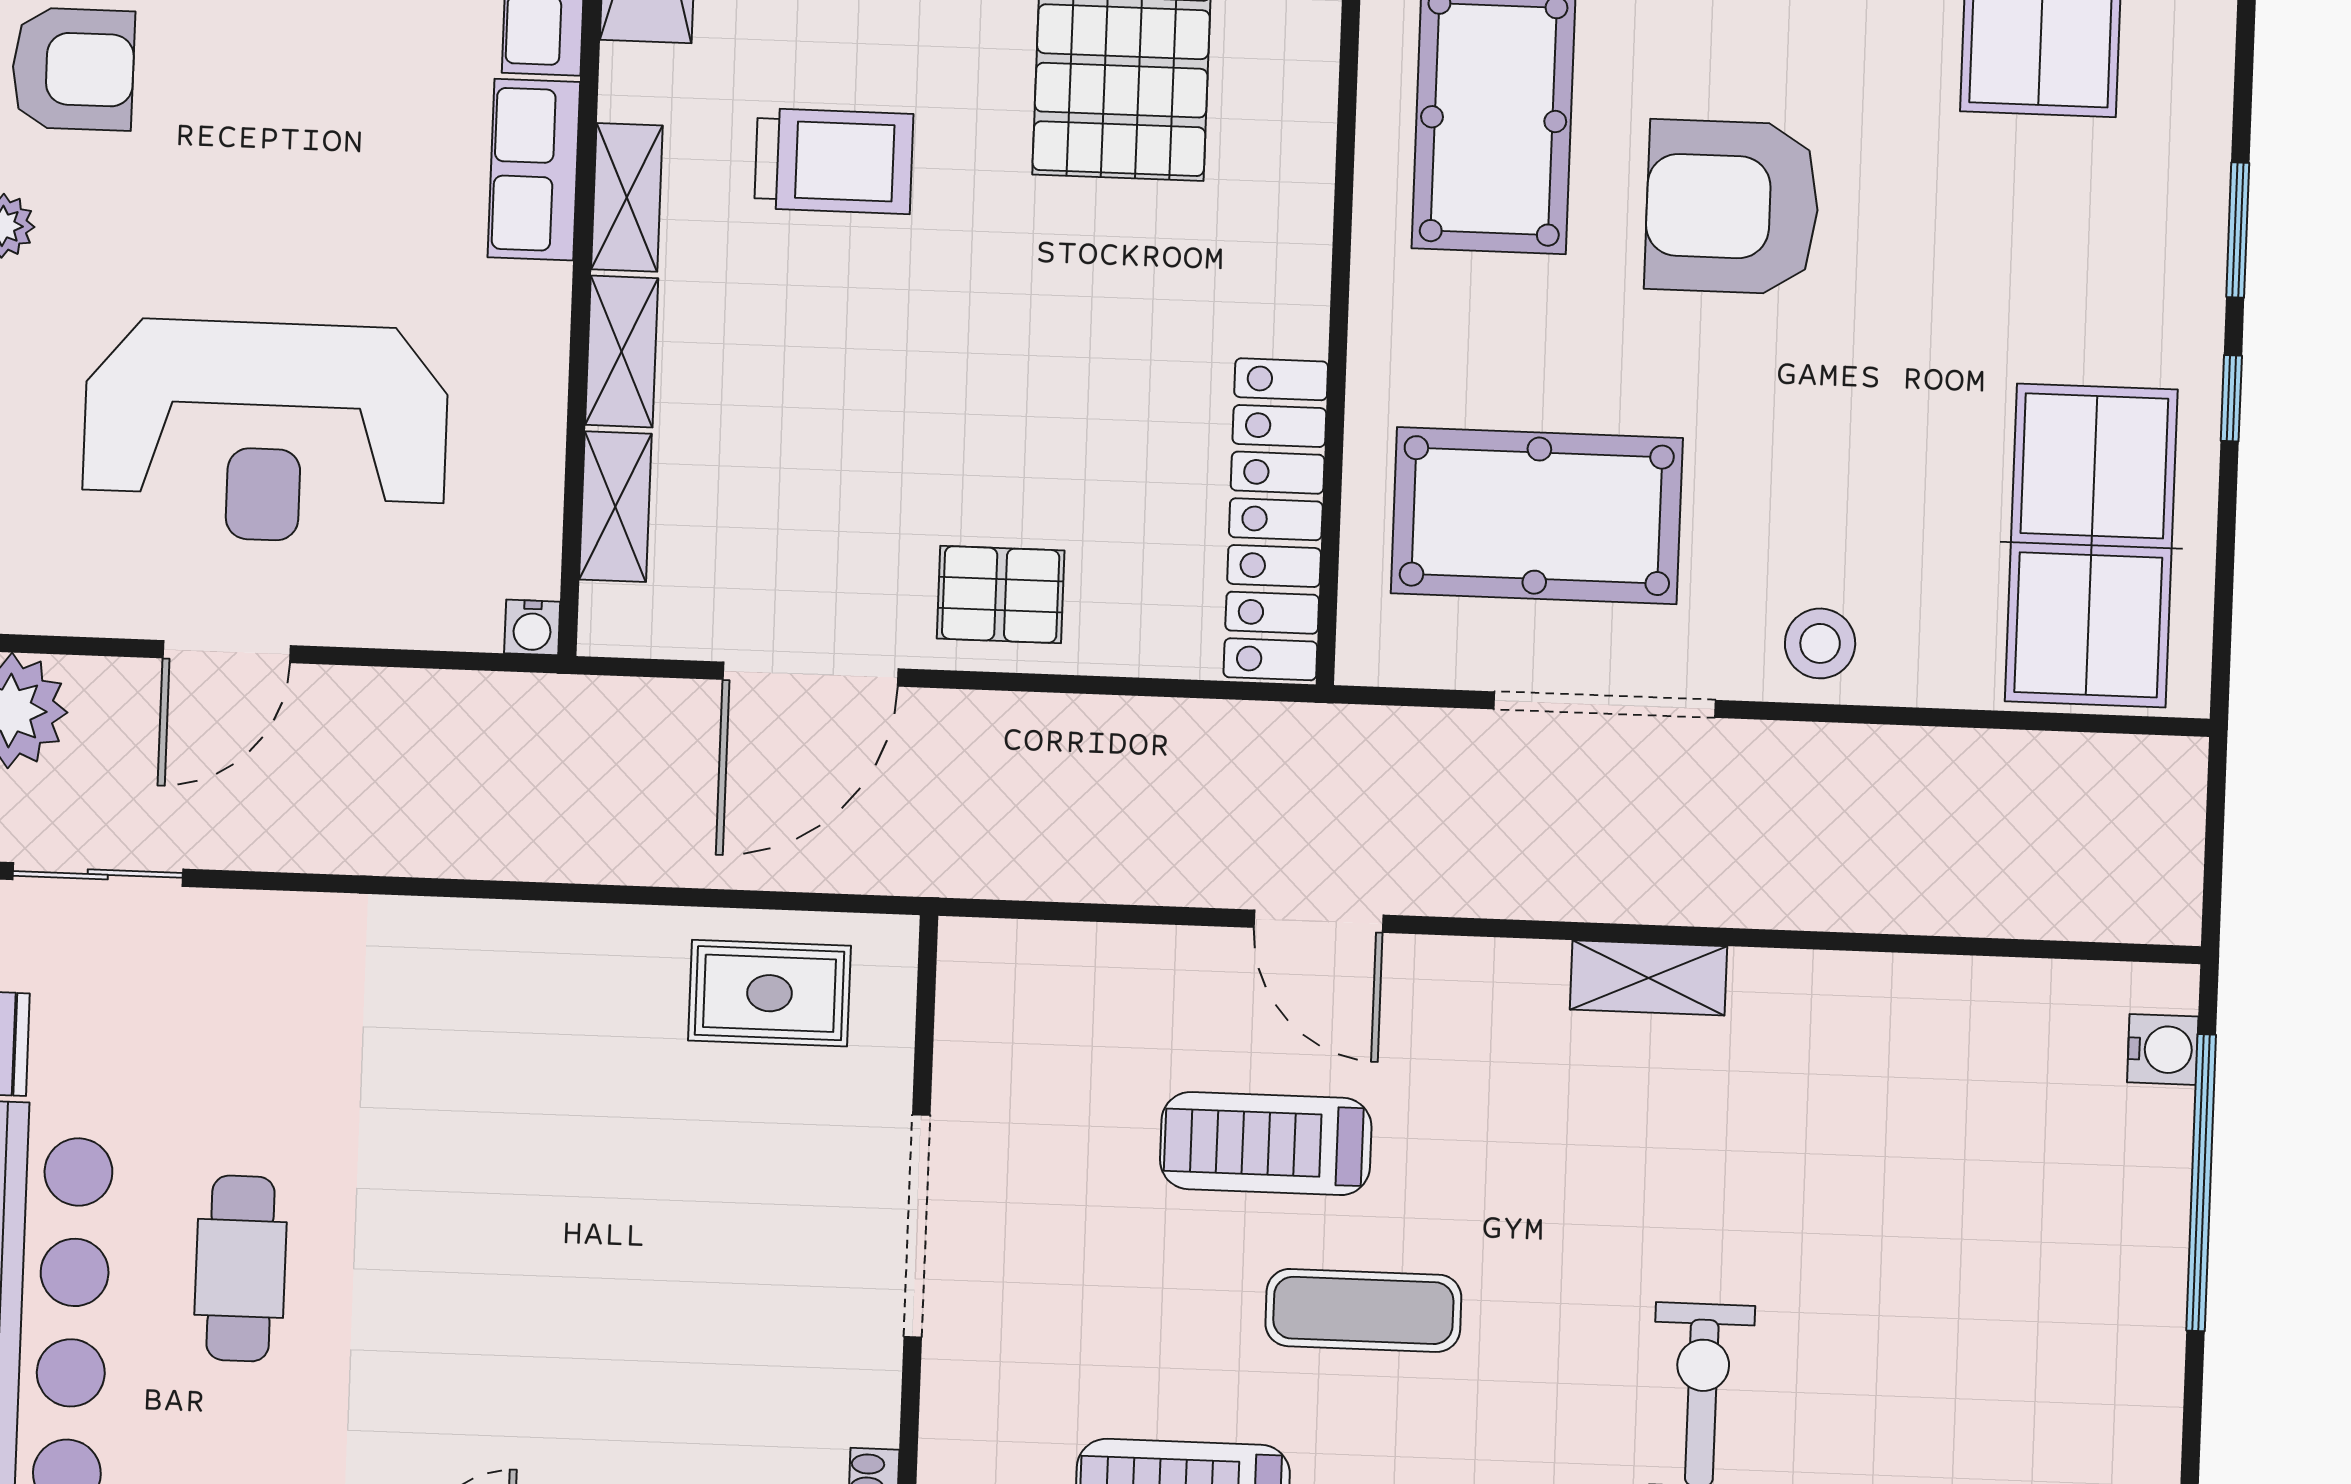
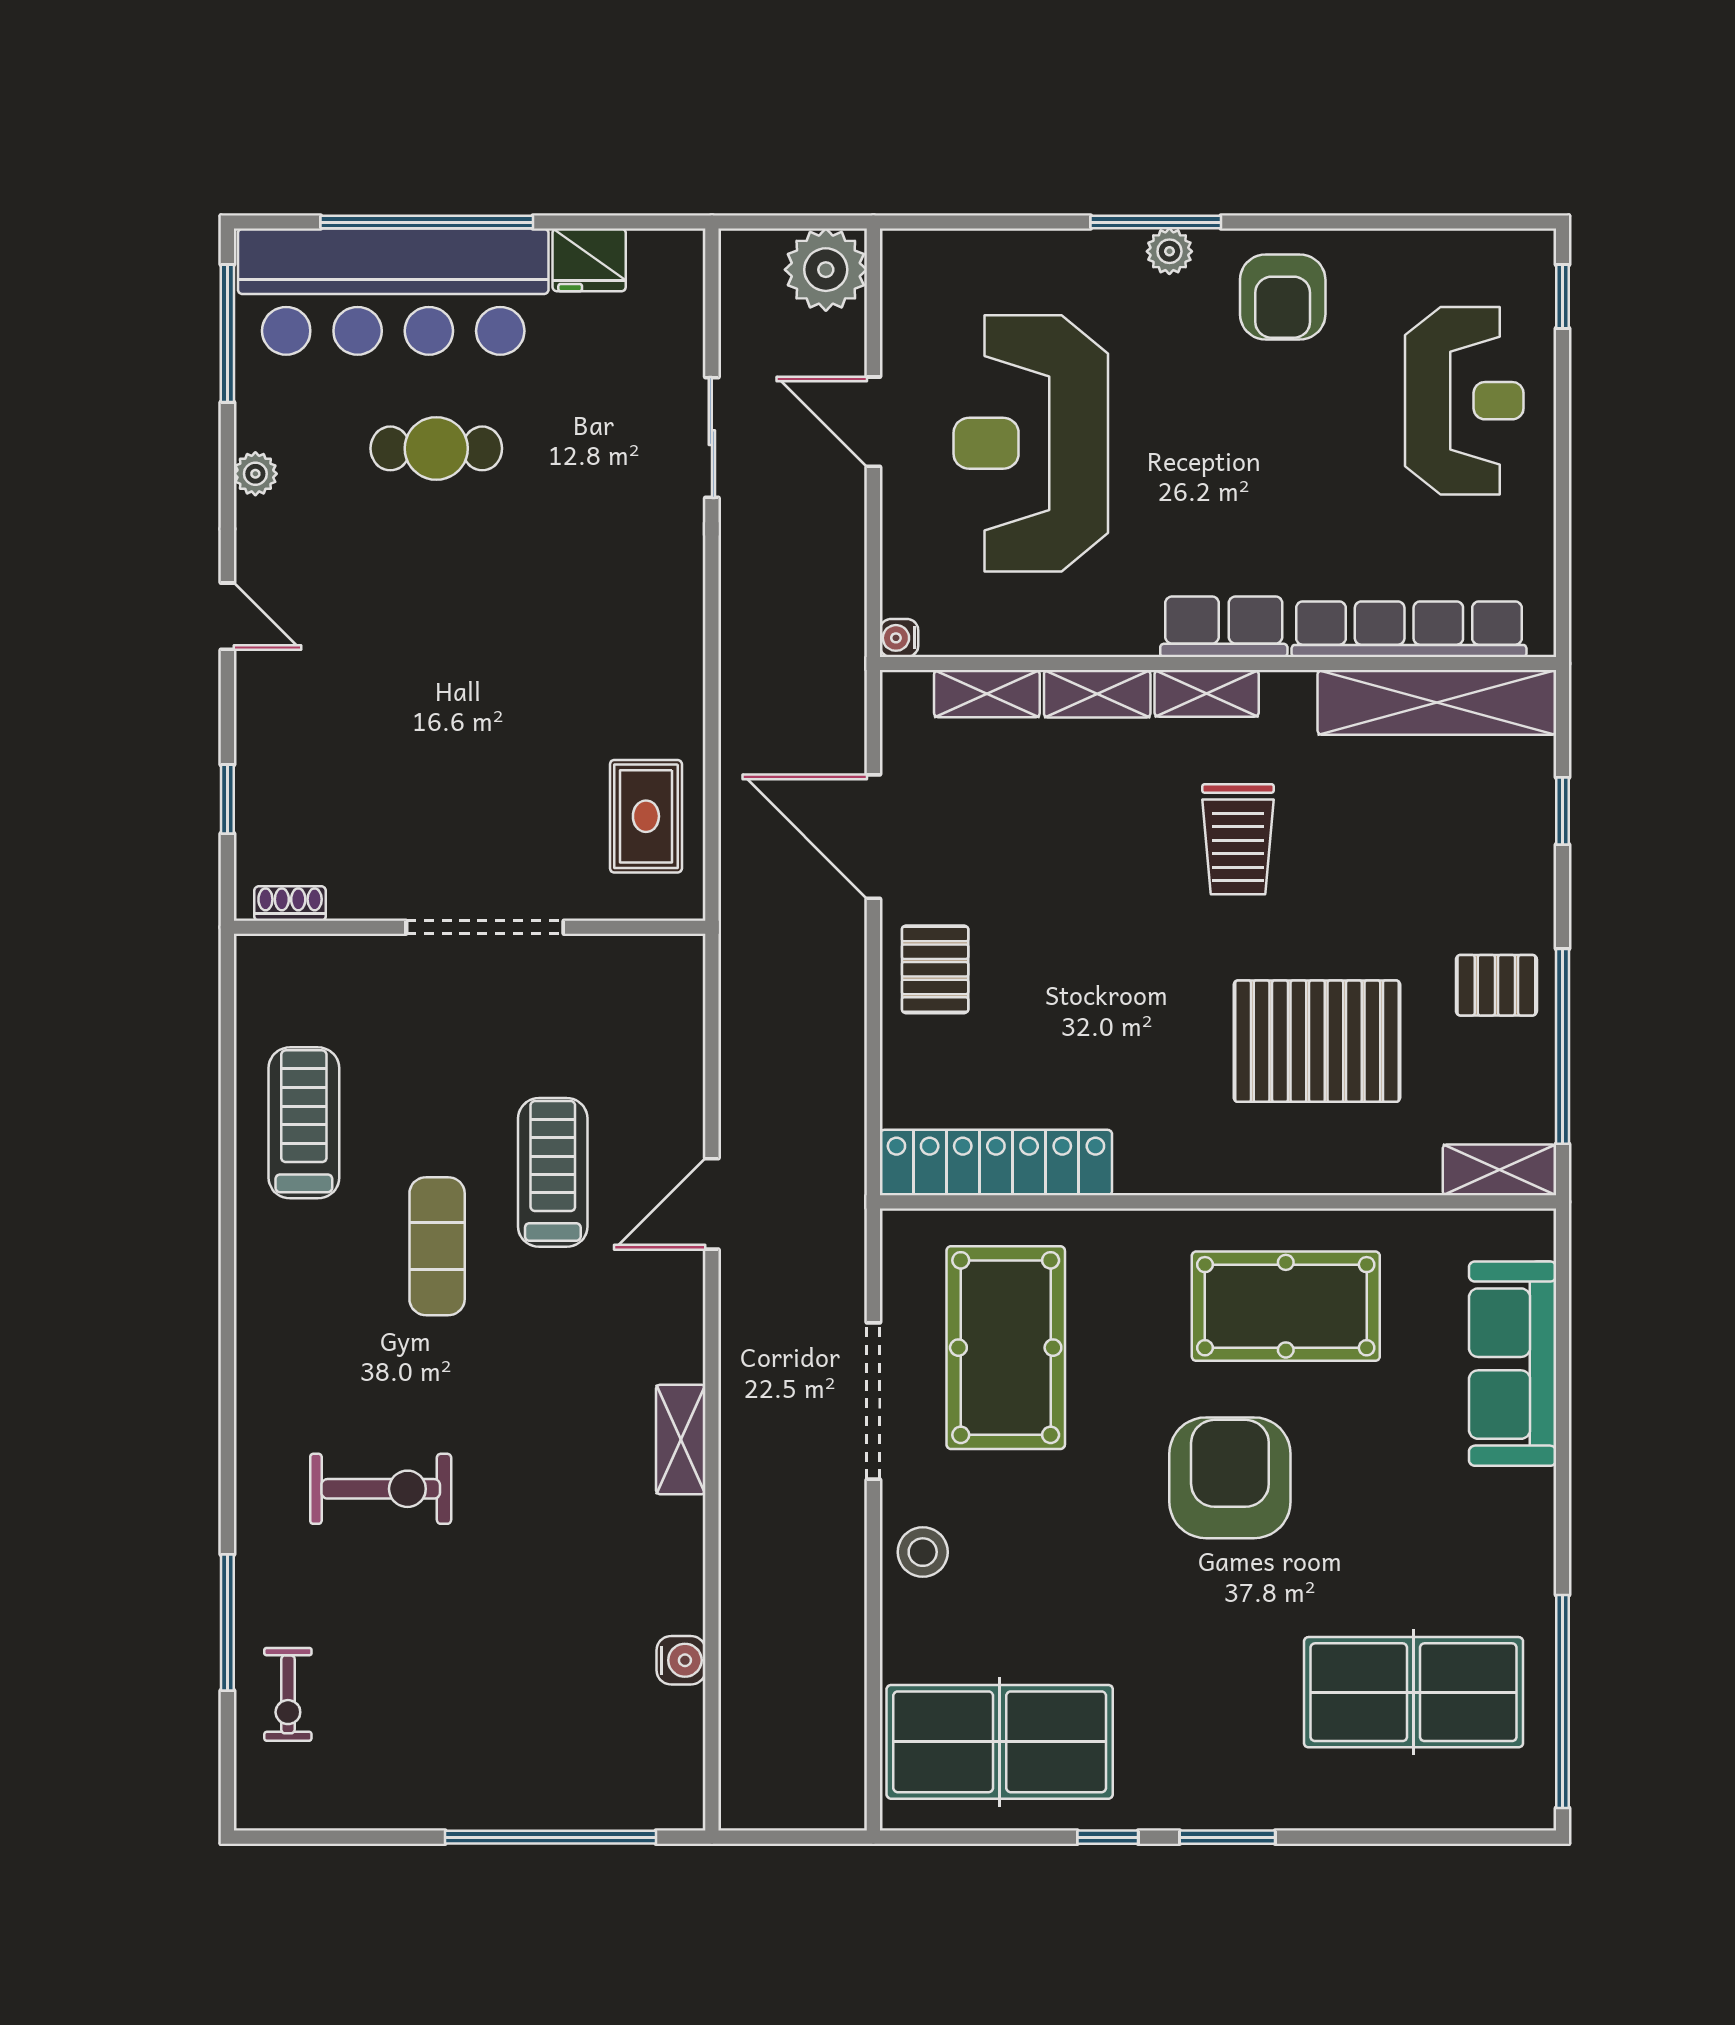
sliding door: (98, 874) -> (712, 438), moved
water cooler: (2163, 1049) -> (681, 1660), moved, turned -90

